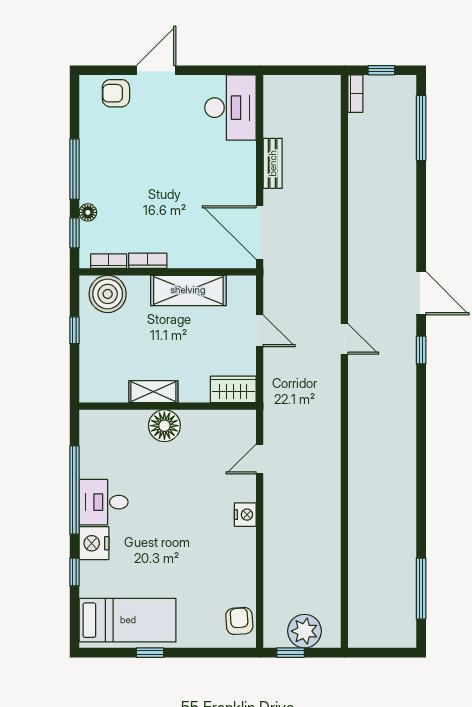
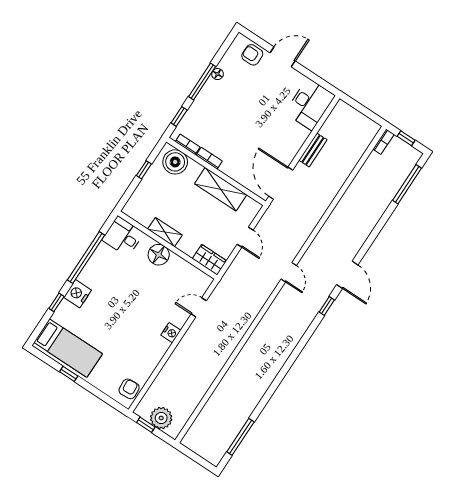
floor lamp: (88, 212) -> (218, 74), moved
desk: (104, 502) -> (123, 236), moved

